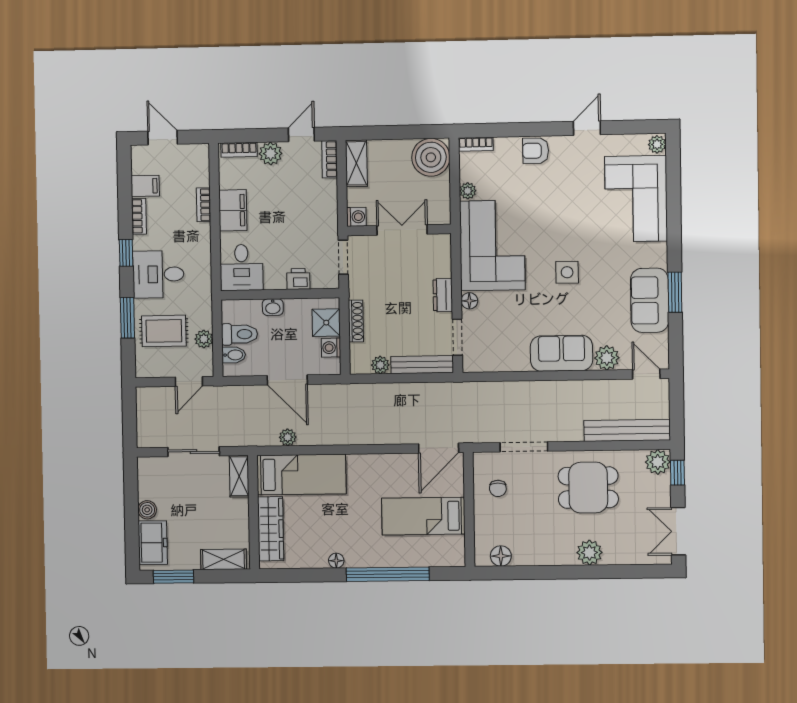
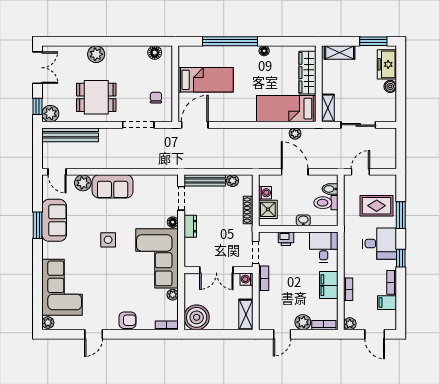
bookcase: (330, 159) -> (264, 278), moved
plant: (204, 339) -> (350, 324), moved

